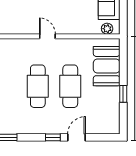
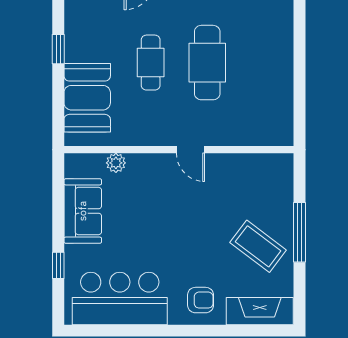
plant: (107, 29) -> (116, 163), moved
cafe table: (70, 86) -> (151, 63), width x0.73, depth x0.74

